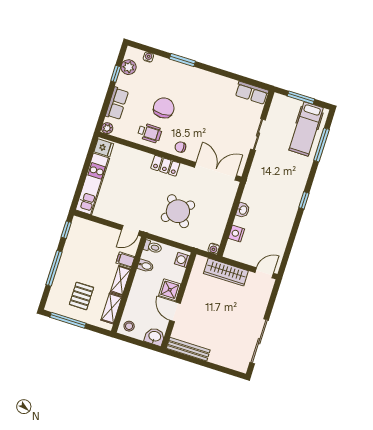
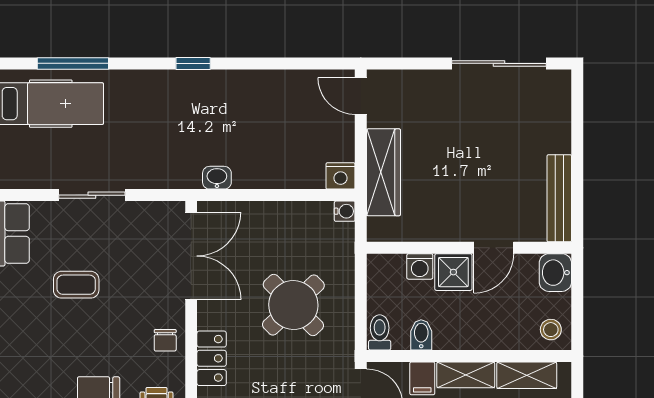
coffee table: (219, 114) -> (76, 285), added
double door: (216, 171) -> (191, 256), swing flipped
washbasin: (243, 210) -> (217, 178), moved
nightstand: (236, 234) -> (341, 176), moved
washing machine: (182, 260) -> (420, 266), moved

